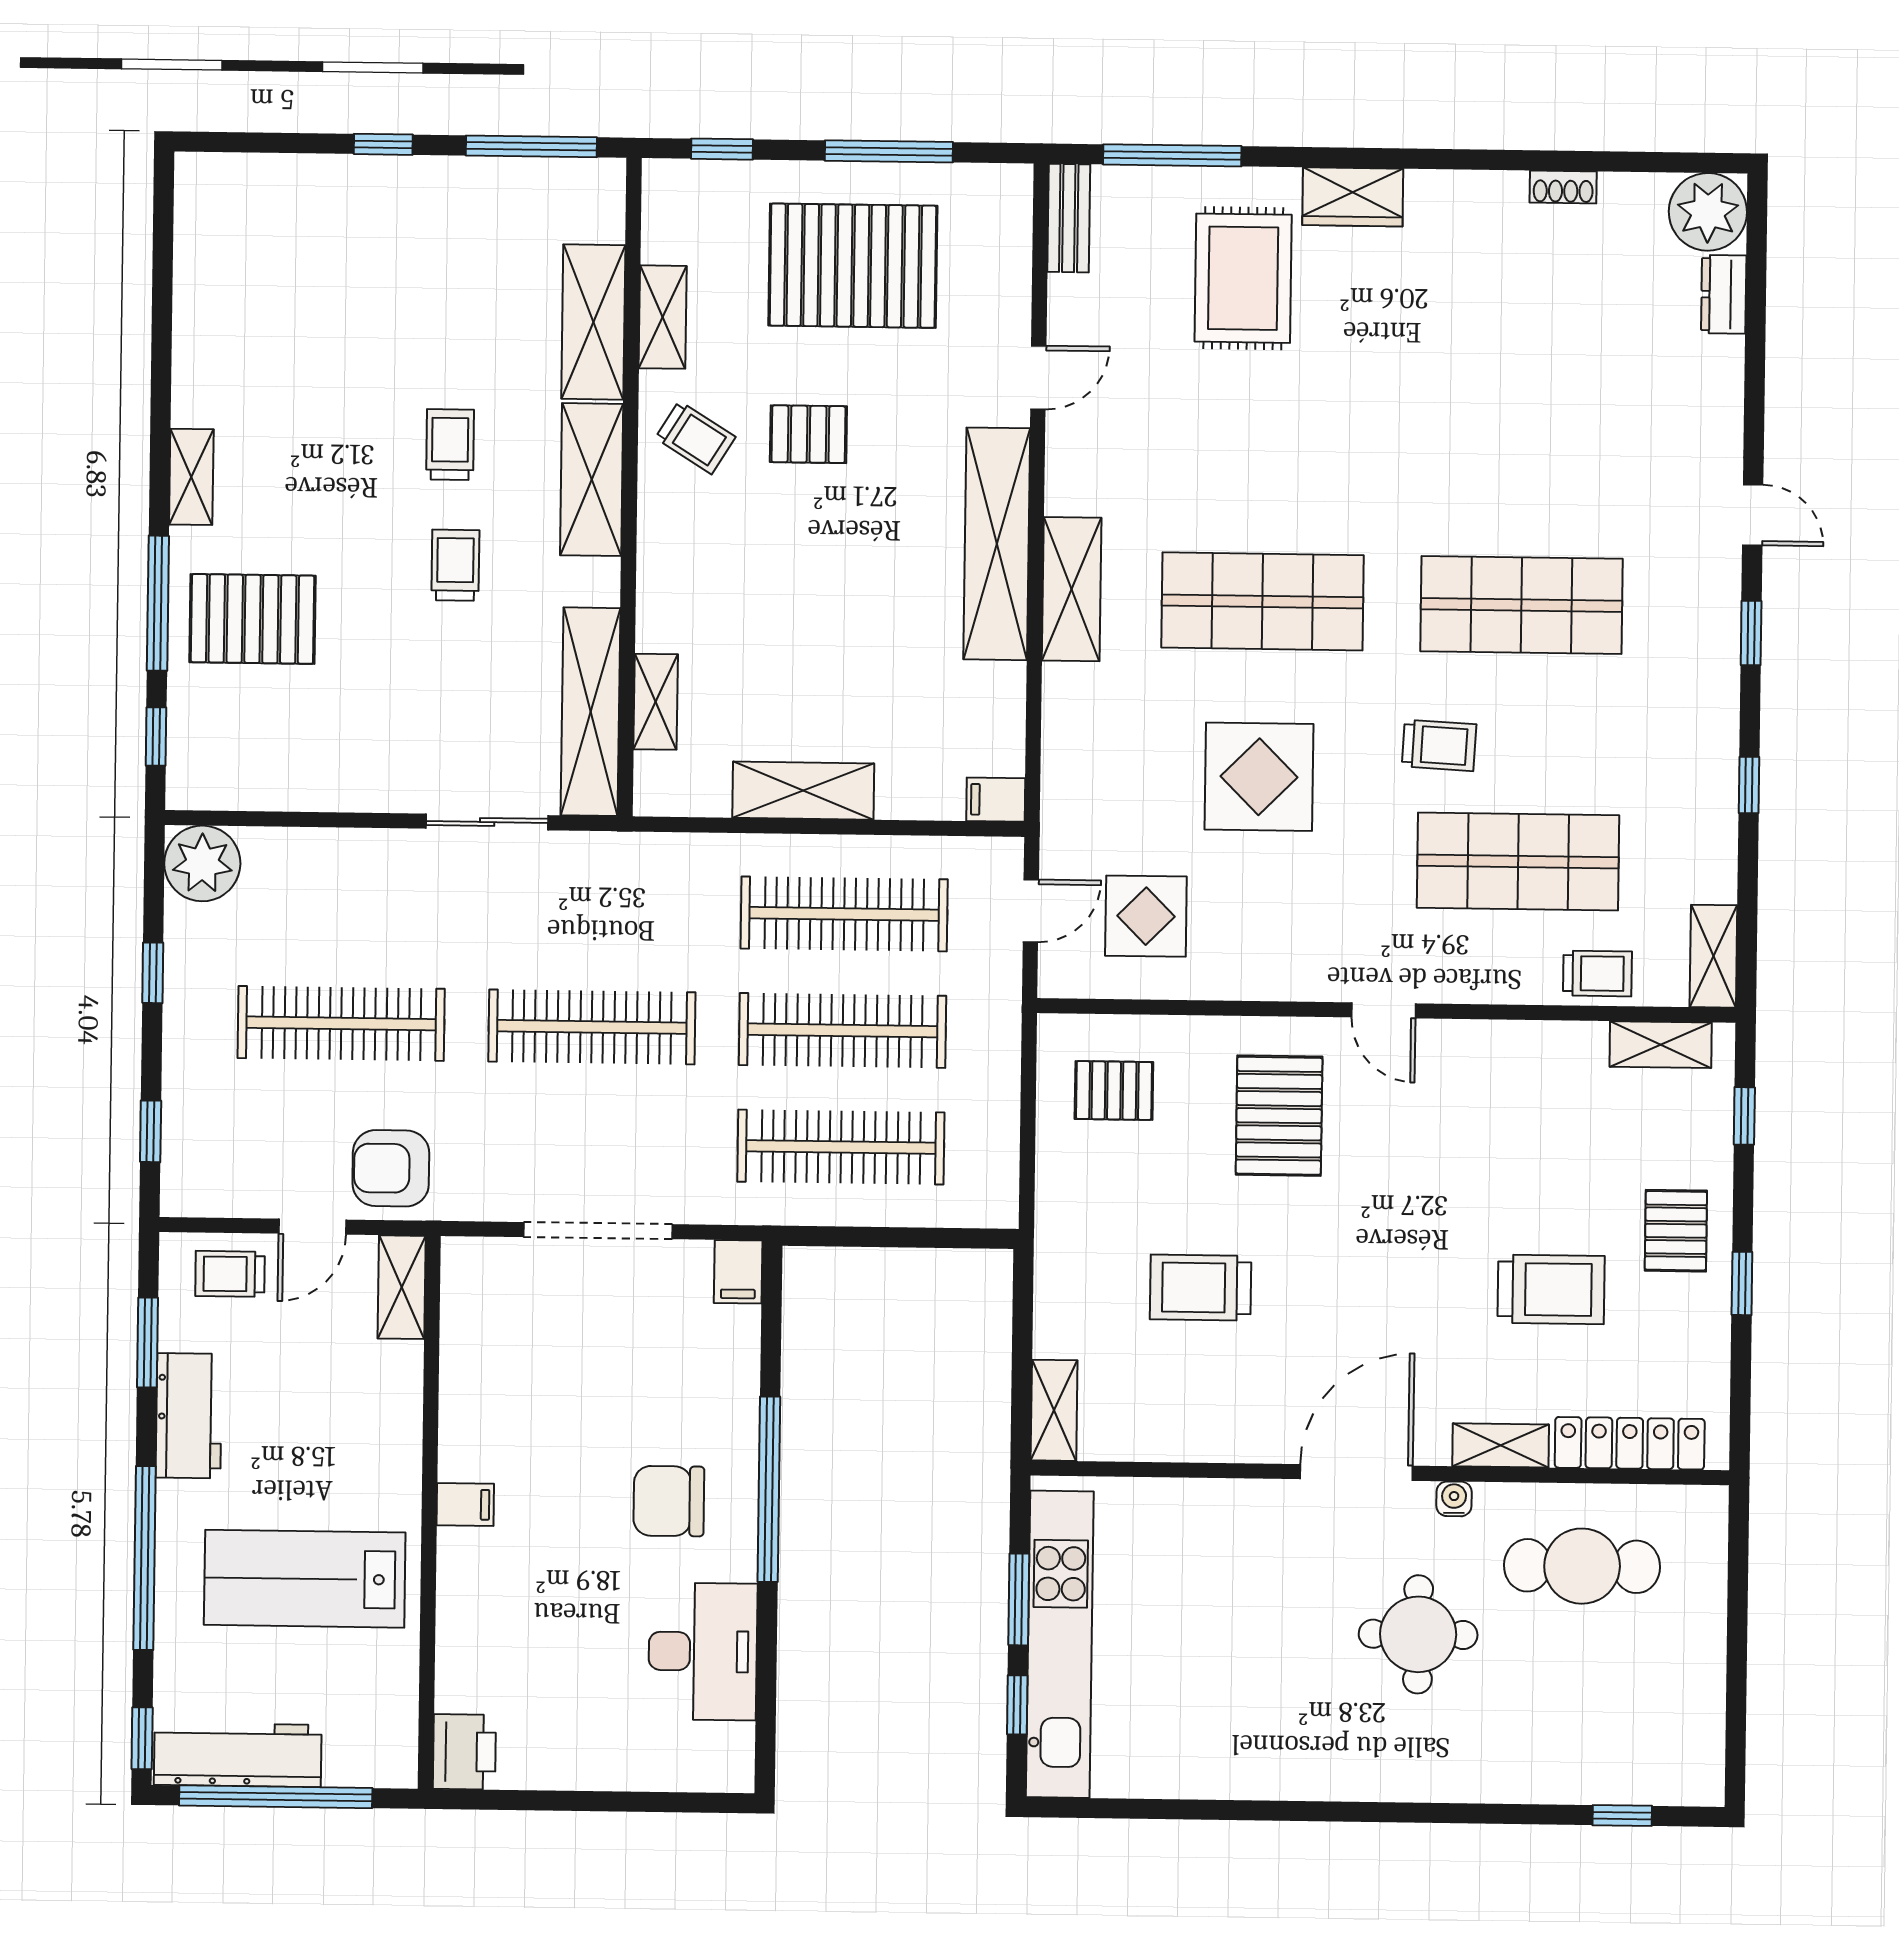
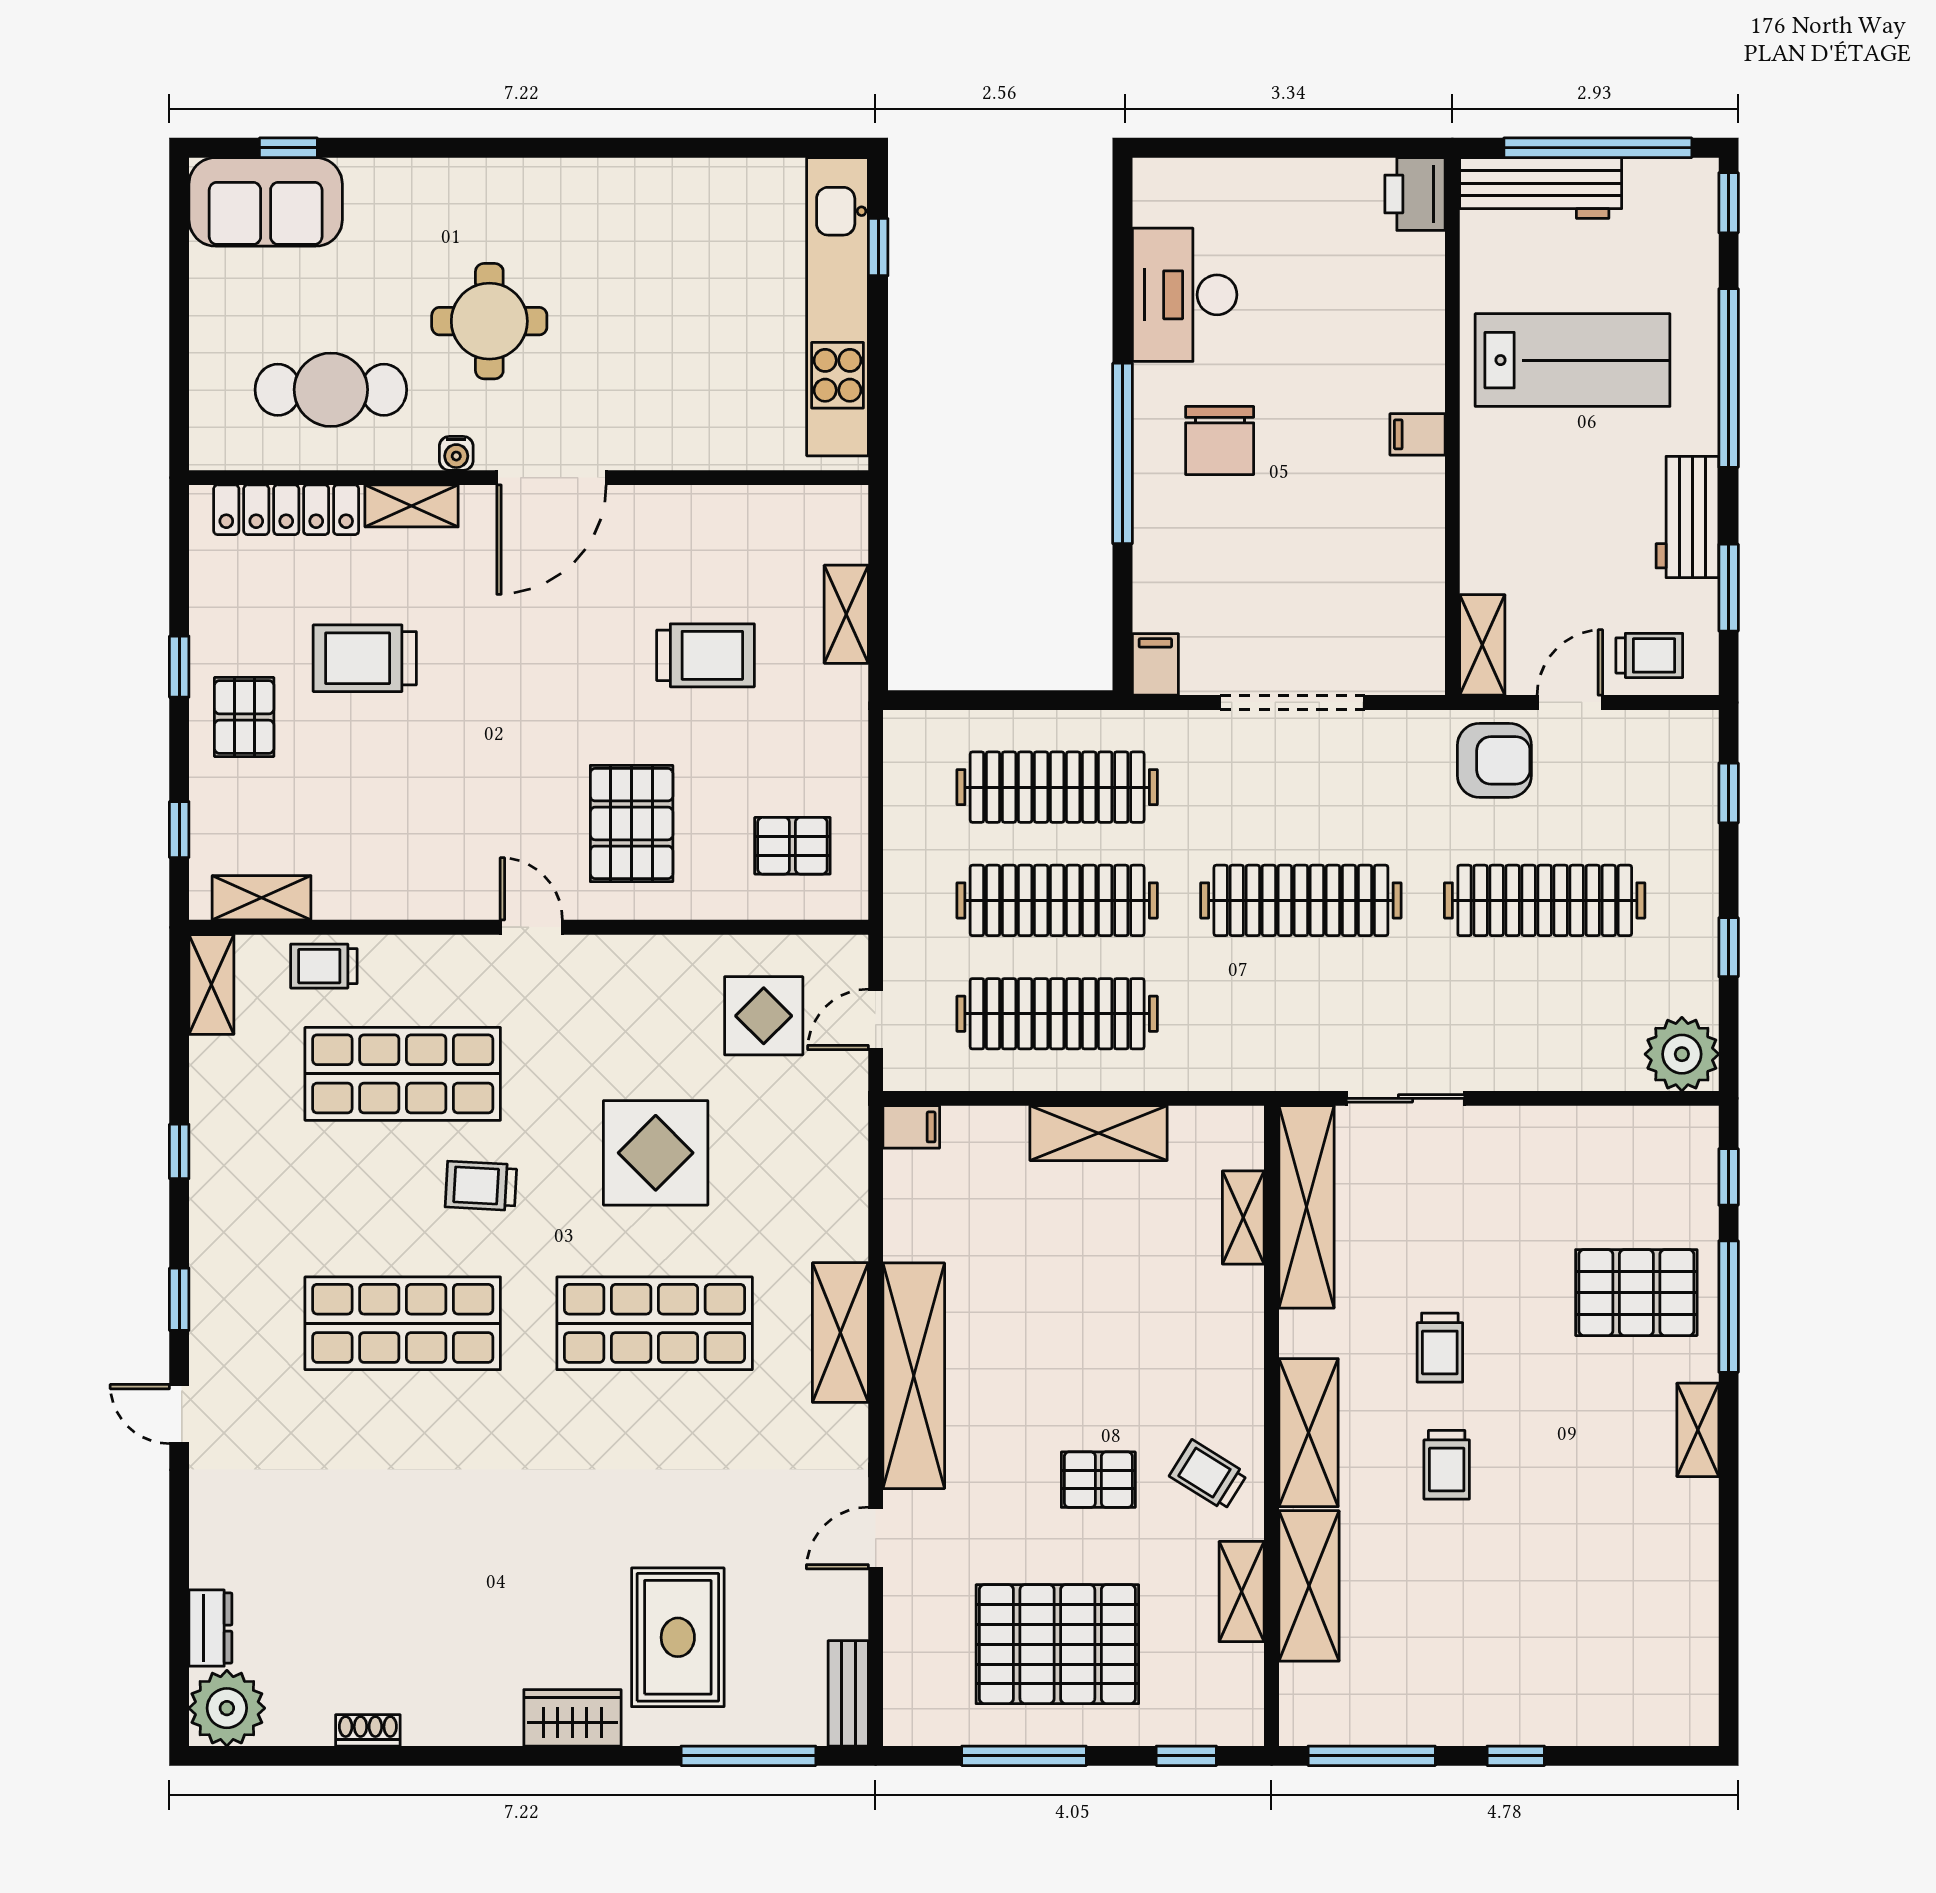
shelving: (1054, 1410) -> (846, 614), moved
chair: (669, 1501) -> (1220, 441), turned 90
window: (1019, 1599) -> (878, 350), removed
workbench: (238, 1755) -> (1541, 188), moved
sofa: (1646, 1760) -> (266, 202), added

